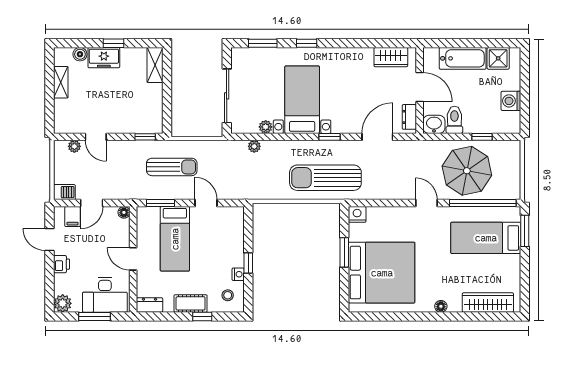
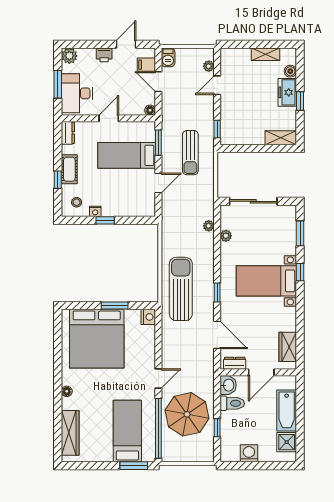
bed with nightstands: (302, 100) -> (266, 281), moved, turned 180

